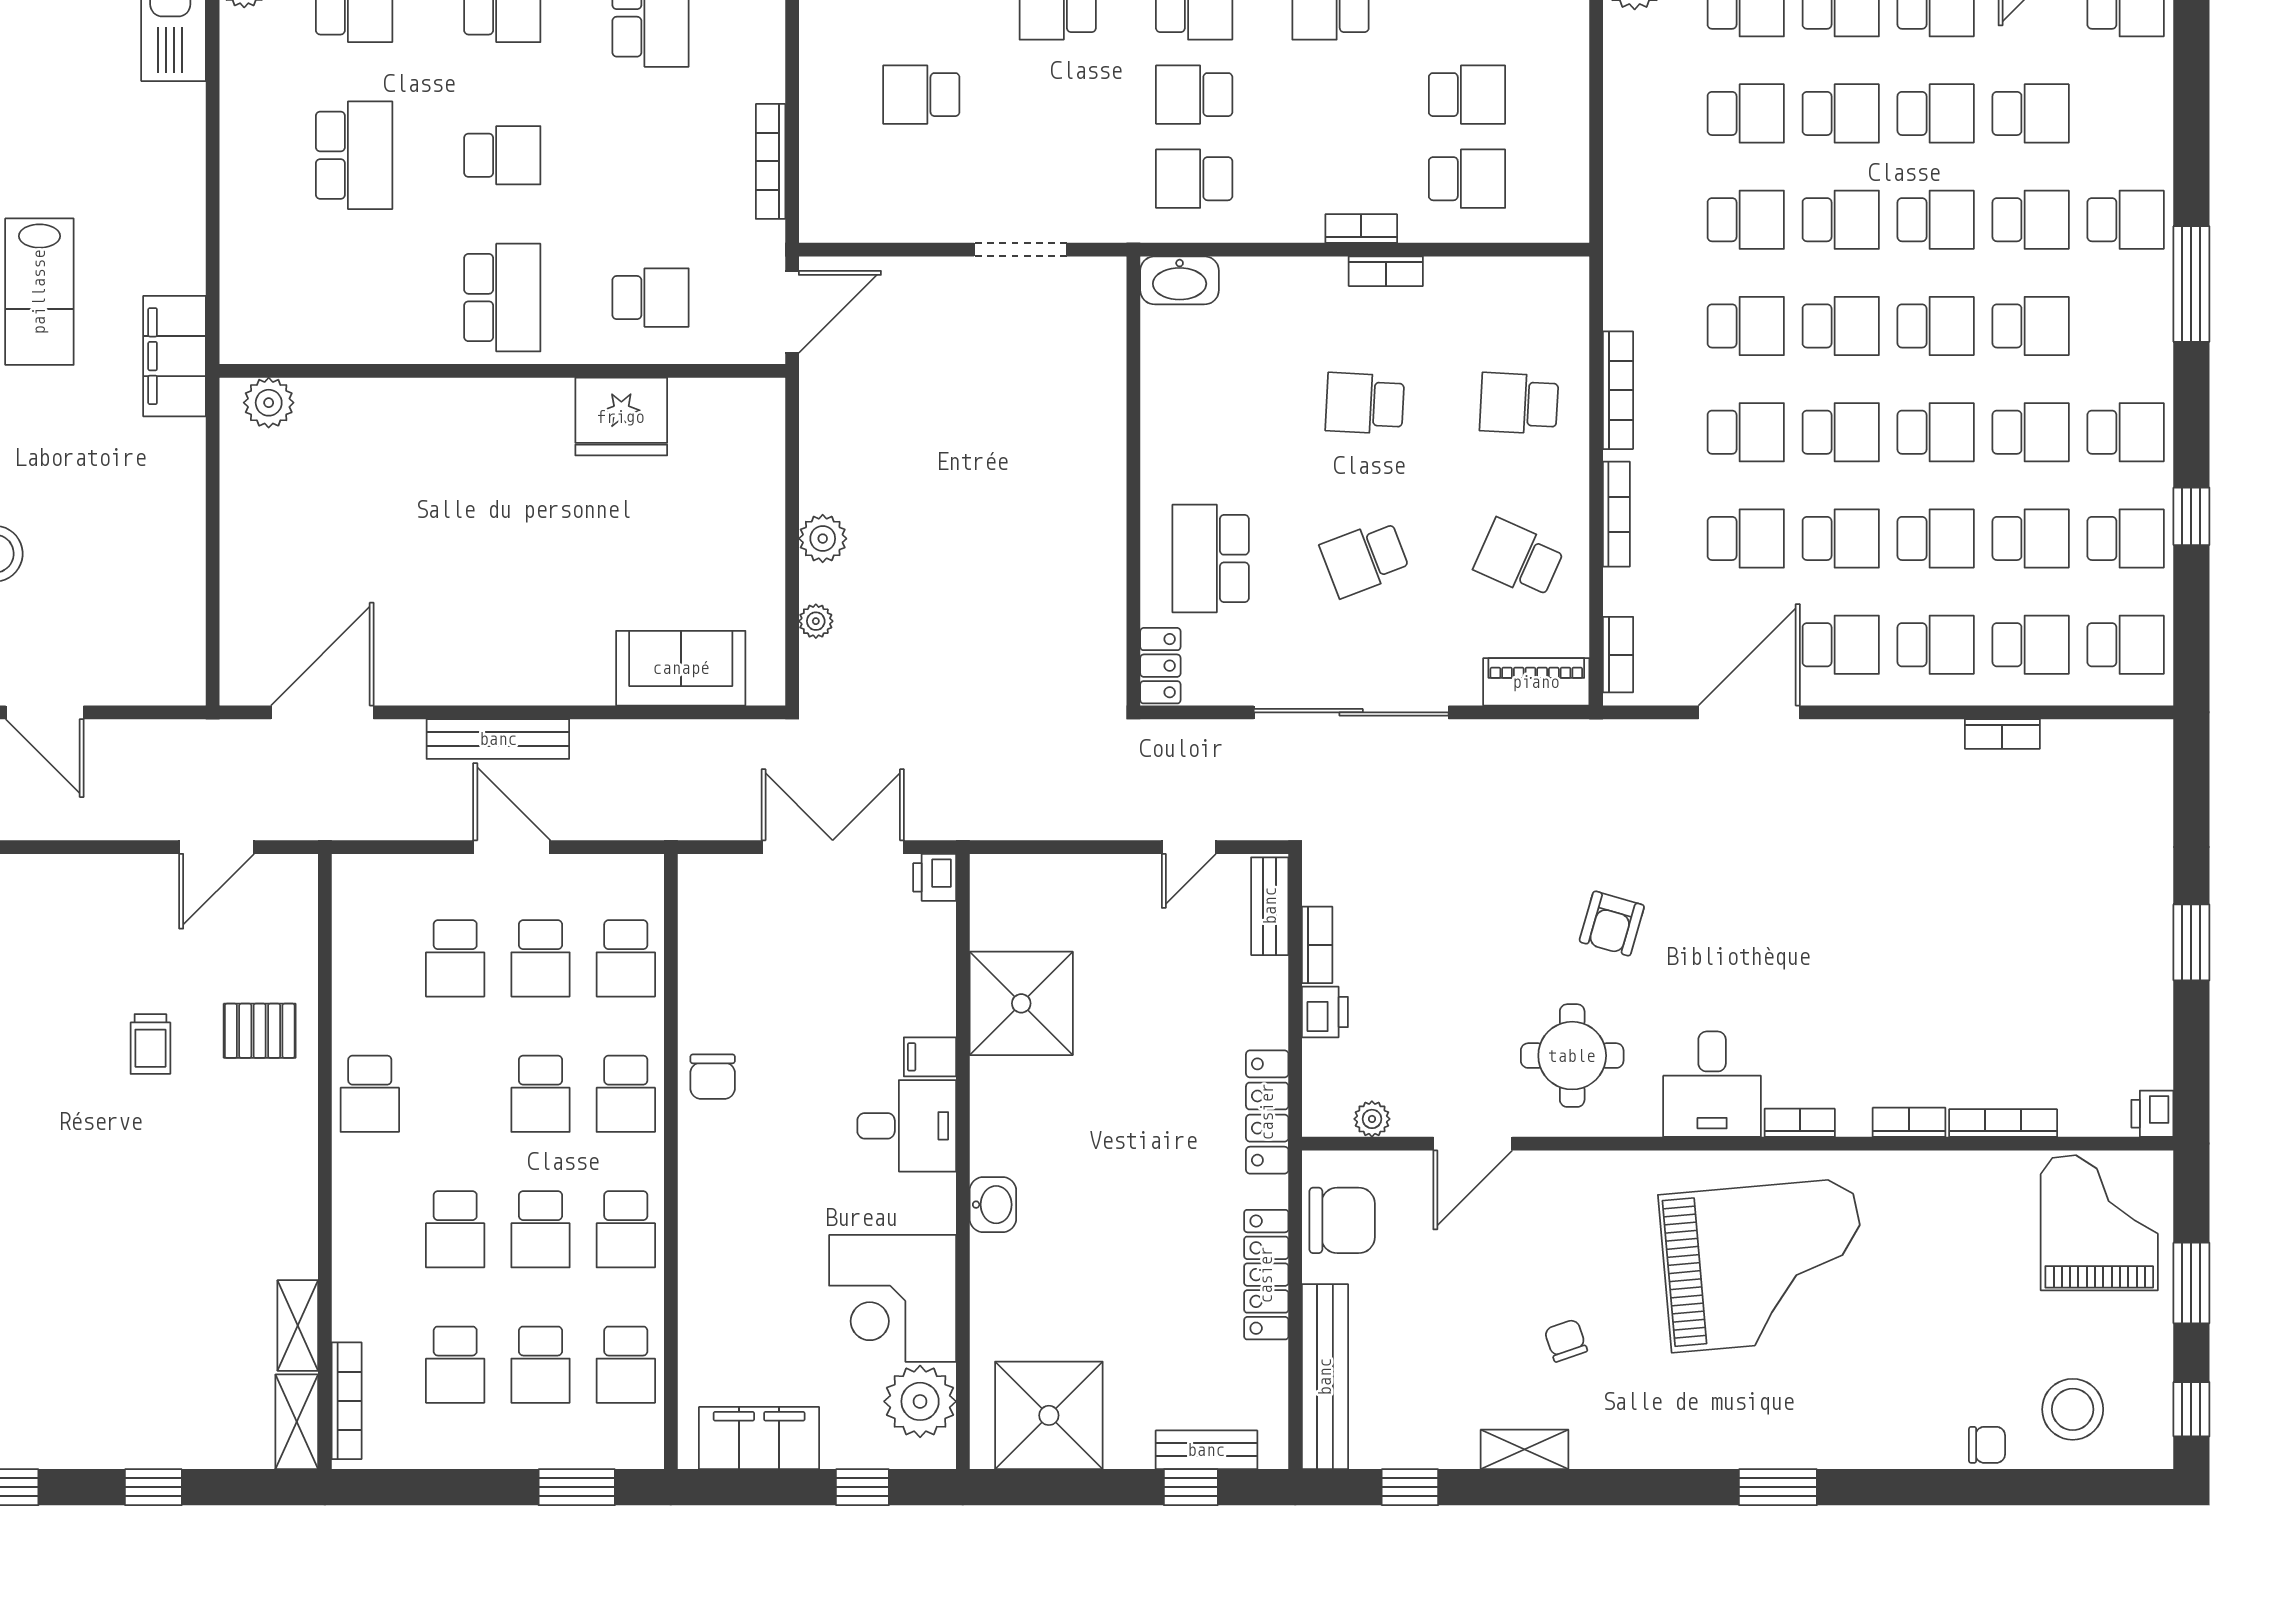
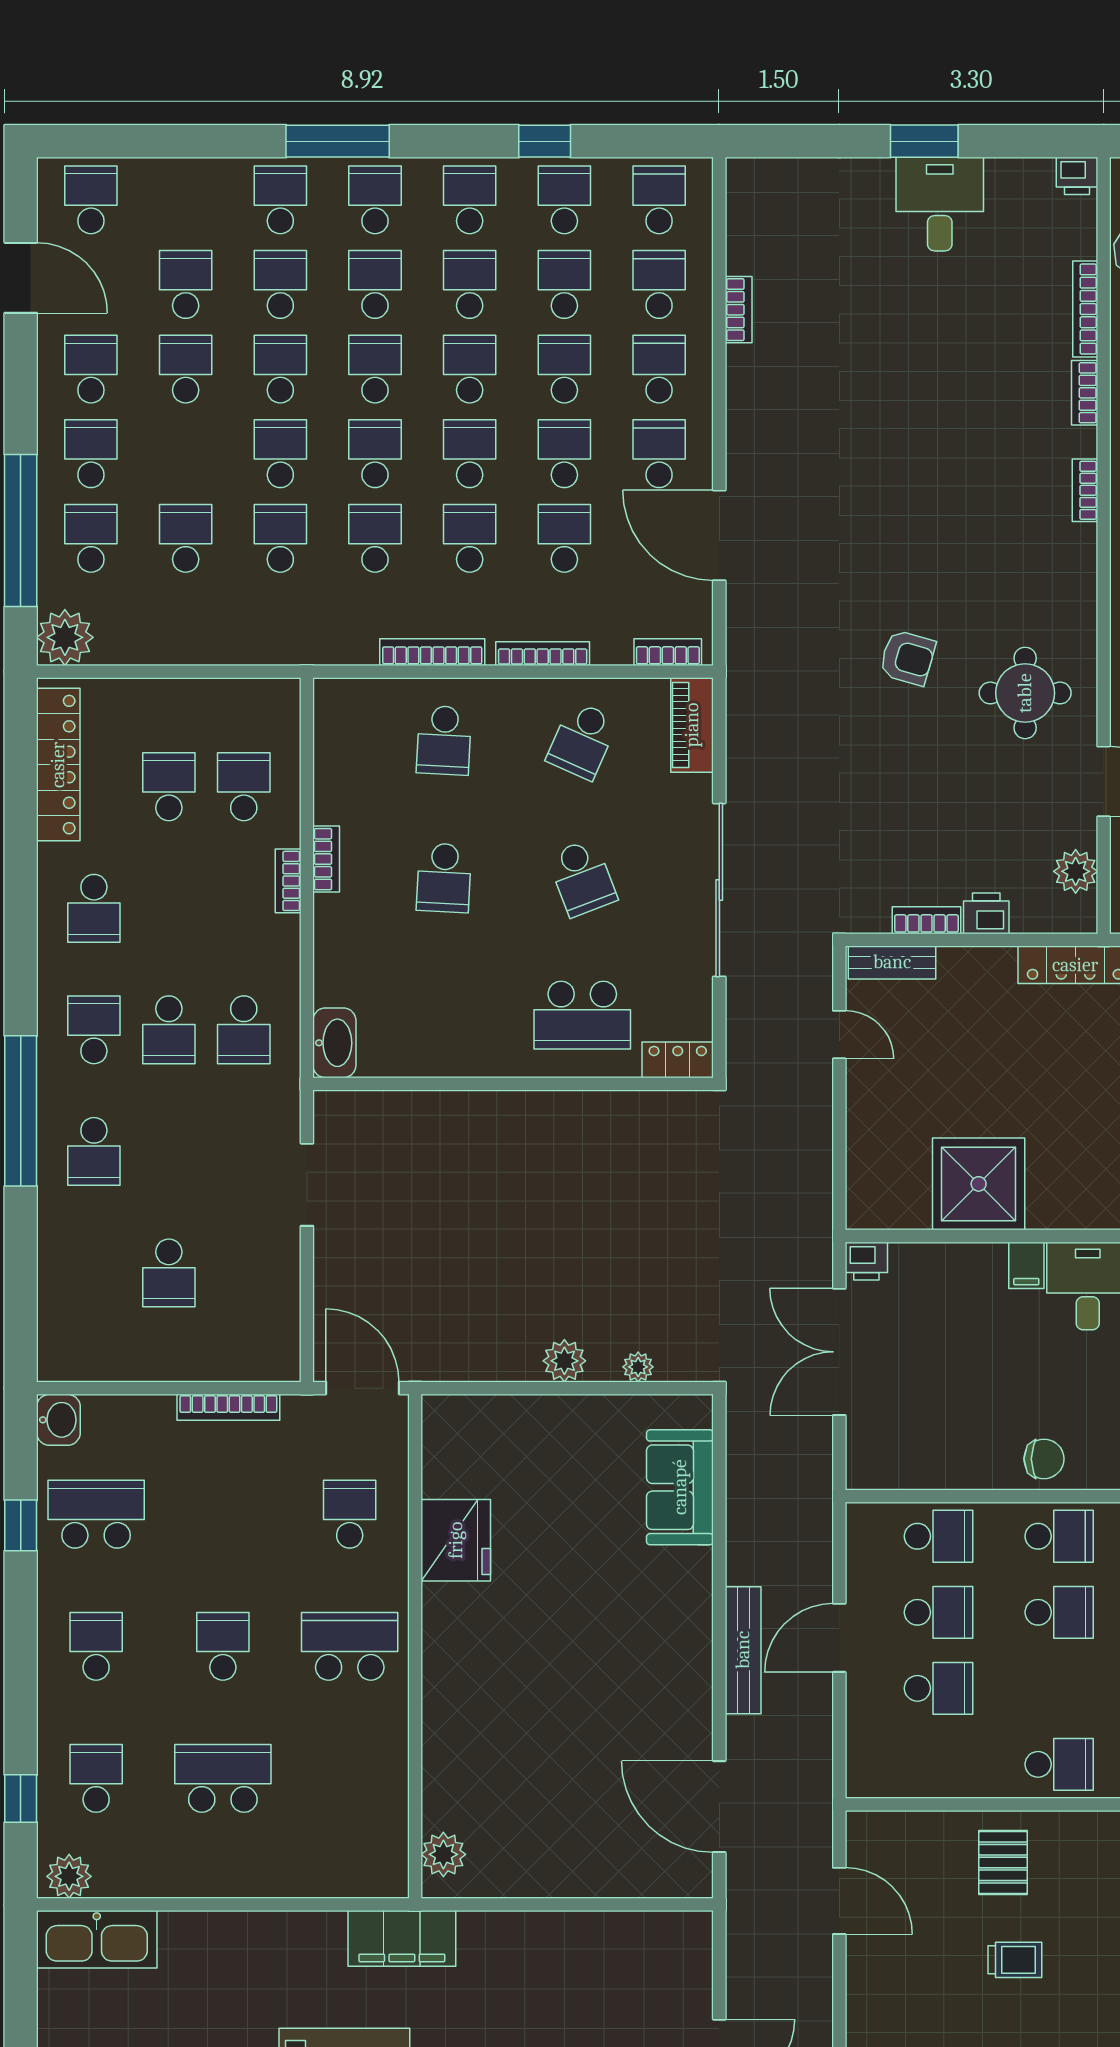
school desk: (1841, 113) -> (375, 200), moved
desk: (1712, 1084) -> (940, 204), moved, turned -90
plant: (1372, 1119) -> (1076, 871), width x1.38, depth x1.38

